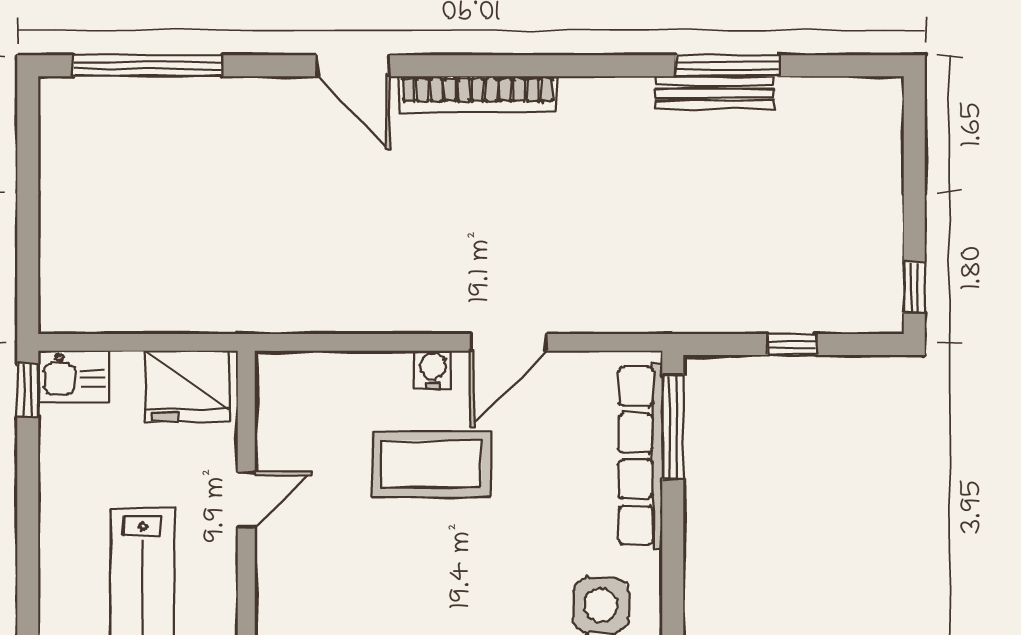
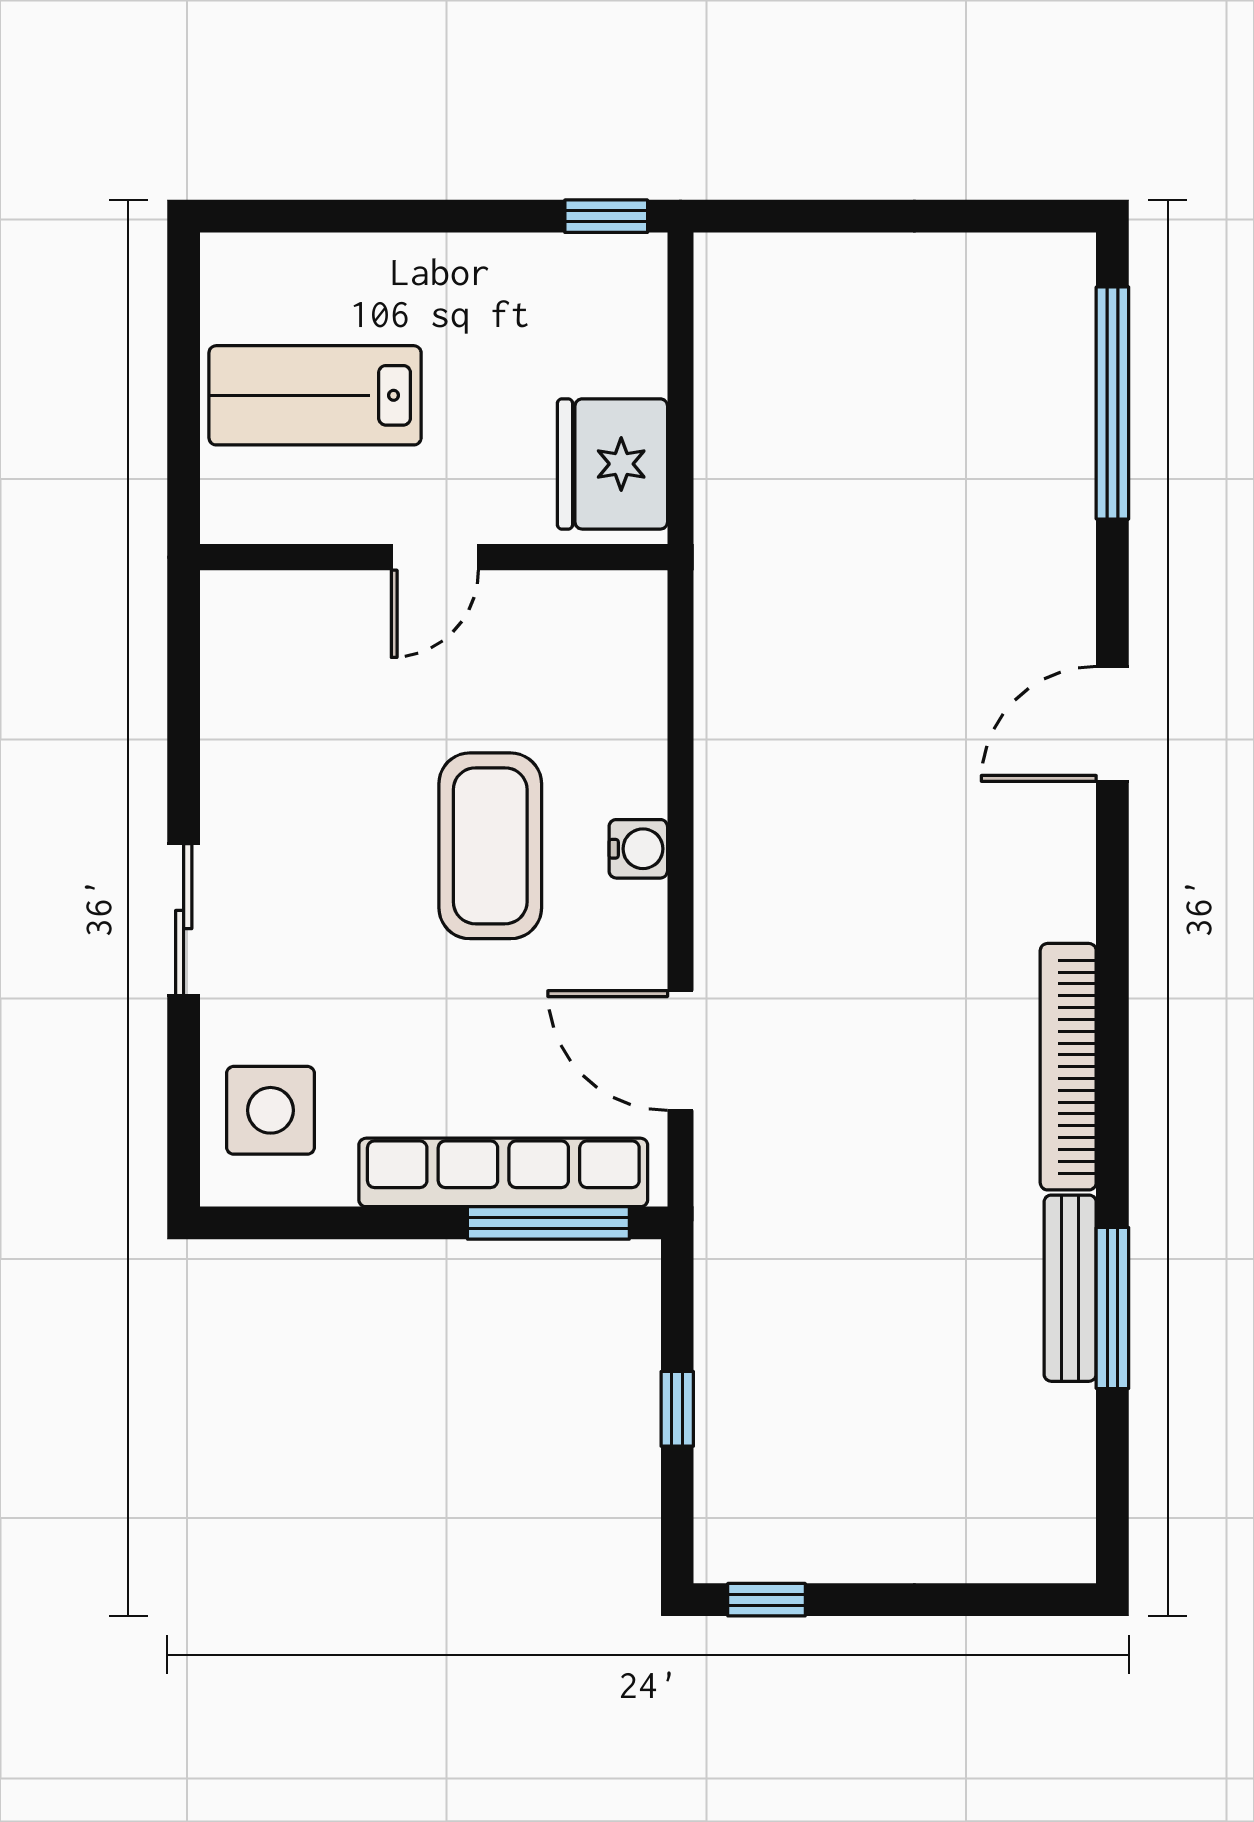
bookcase: (478, 94) -> (1068, 1067), moved
door: (509, 342) -> (680, 1051), moved
kitchen sink: (74, 376) -> (627, 288), removed
door: (246, 500) -> (435, 557), hinge flipped

